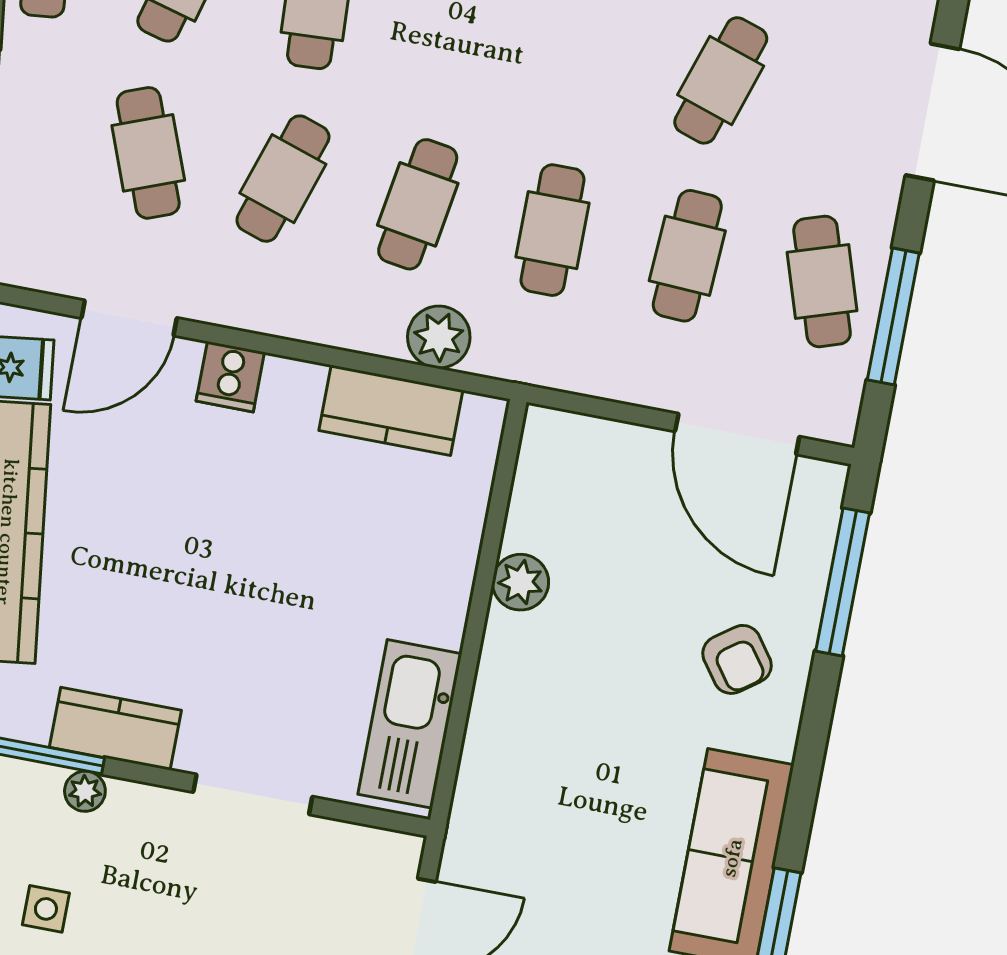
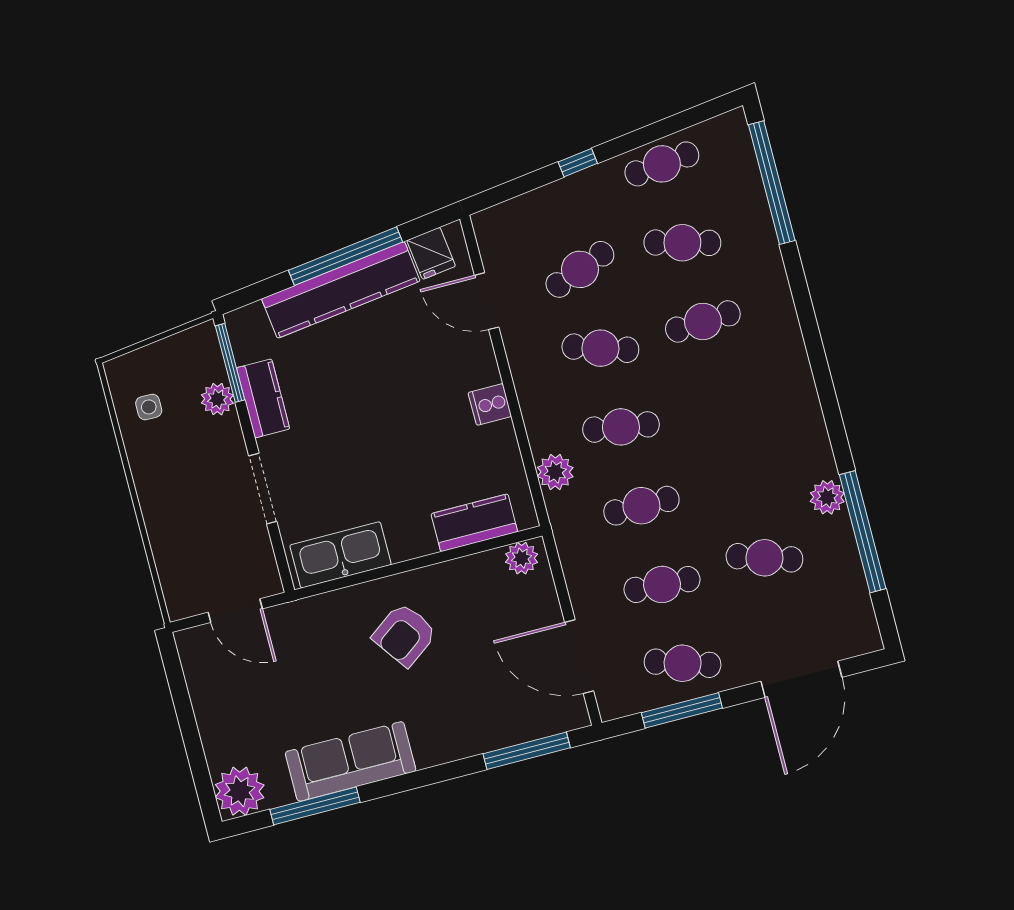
cafe table: (822, 281) -> (683, 663), turned 36
cooker: (230, 377) -> (490, 404), moved
kitchen counter: (391, 410) -> (474, 523), moved, turned 90
door: (737, 434) -> (579, 657), hinge flipped
plant: (520, 582) -> (522, 558), moved
armchair: (737, 659) -> (405, 635), moved, width x1.38, depth x1.38
plant: (85, 791) -> (217, 399), width x1.38, depth x1.38

